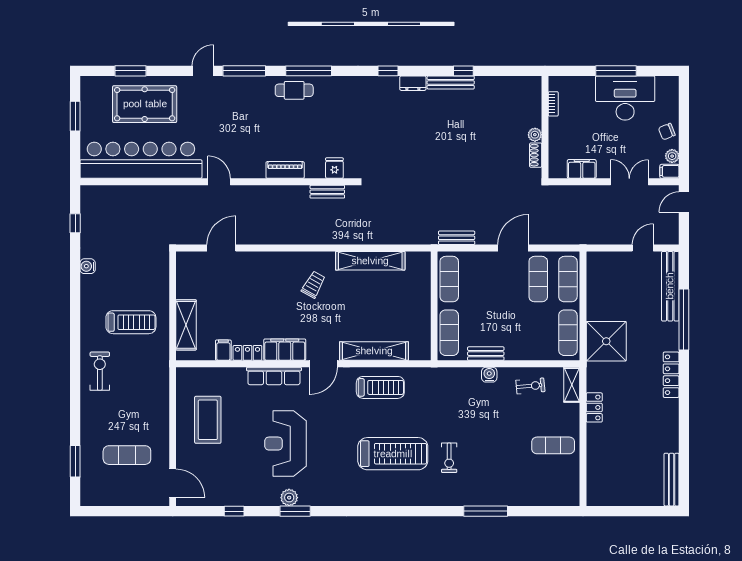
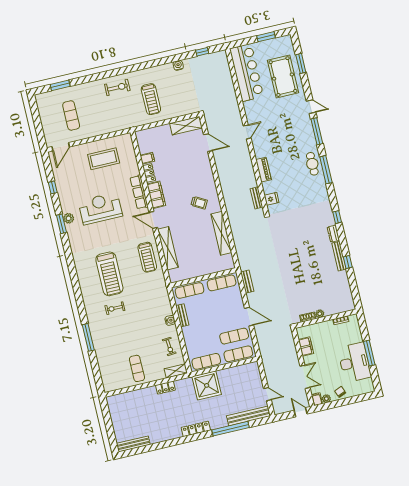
bar counter: (141, 160) -> (247, 73), width x0.73
shelving: (186, 325) -> (186, 126), moved

